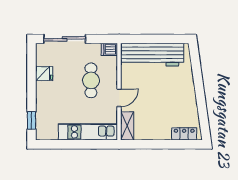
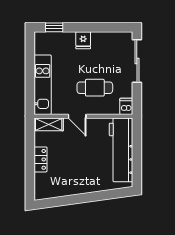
fridge: (44, 74) -> (83, 40), moved
locker: (184, 134) -> (41, 159), moved

